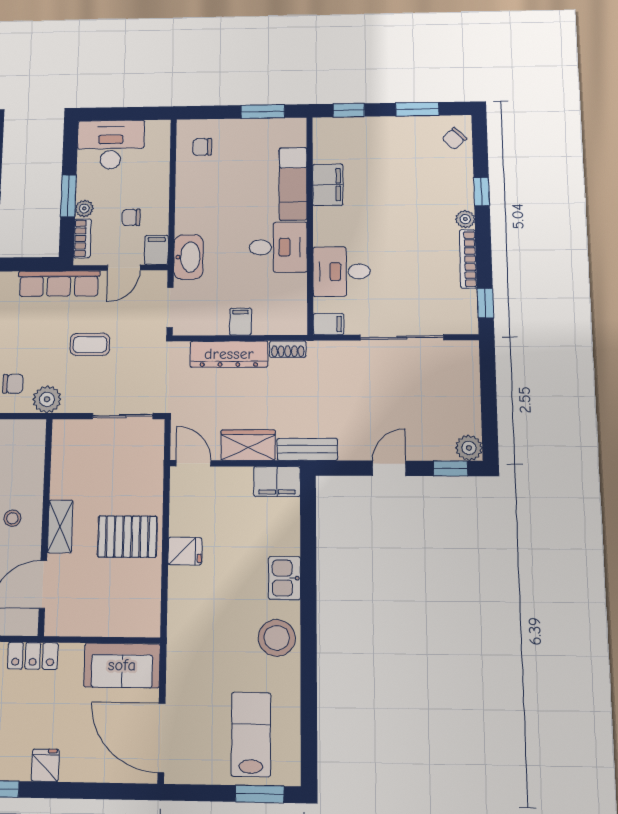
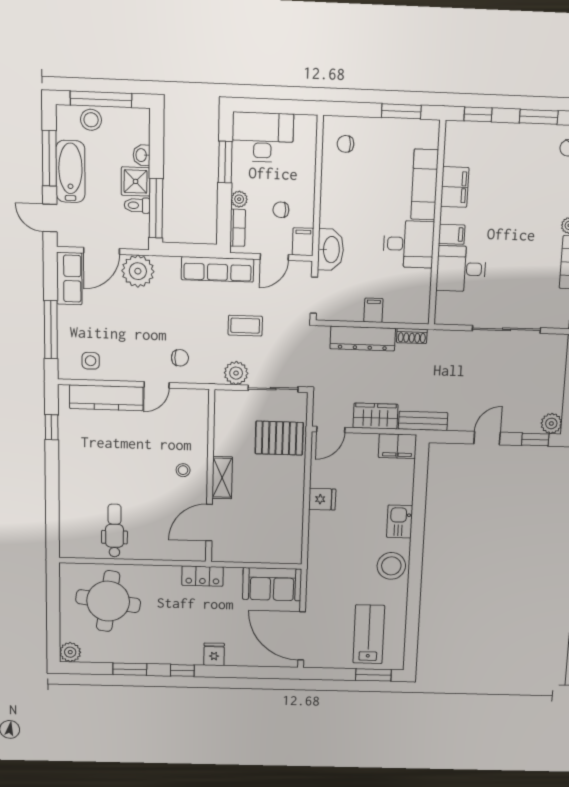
window: (68, 196) -> (225, 162), moved
filing cabinet: (329, 324) -> (452, 234), moved
plant: (47, 399) -> (236, 373), moved
door: (193, 463) -> (331, 430), swing flipped
pallet: (127, 537) -> (279, 438), moved

